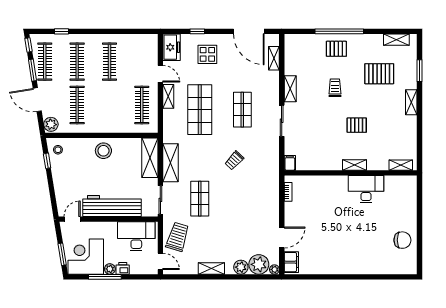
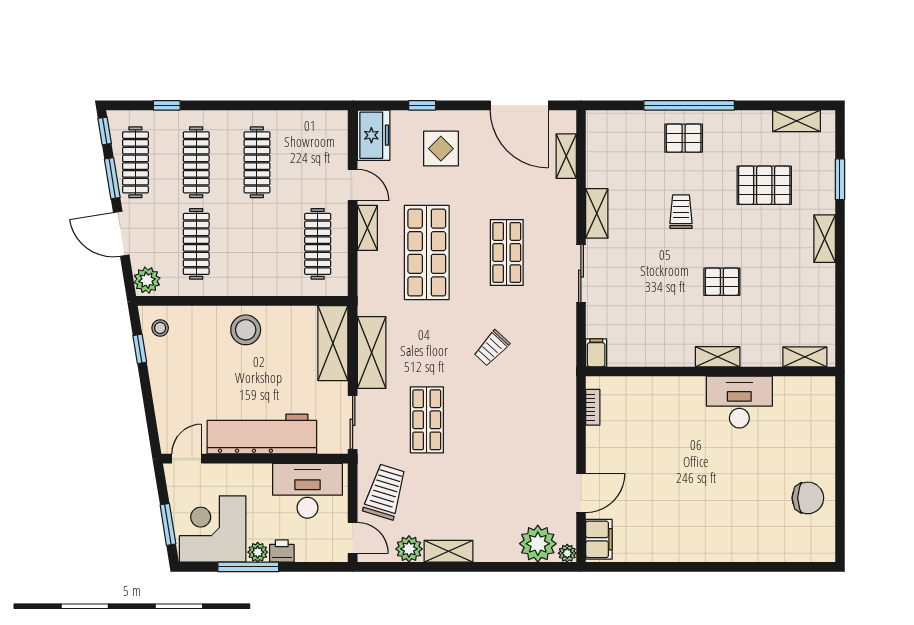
plant: (241, 267) -> (409, 549), moved

